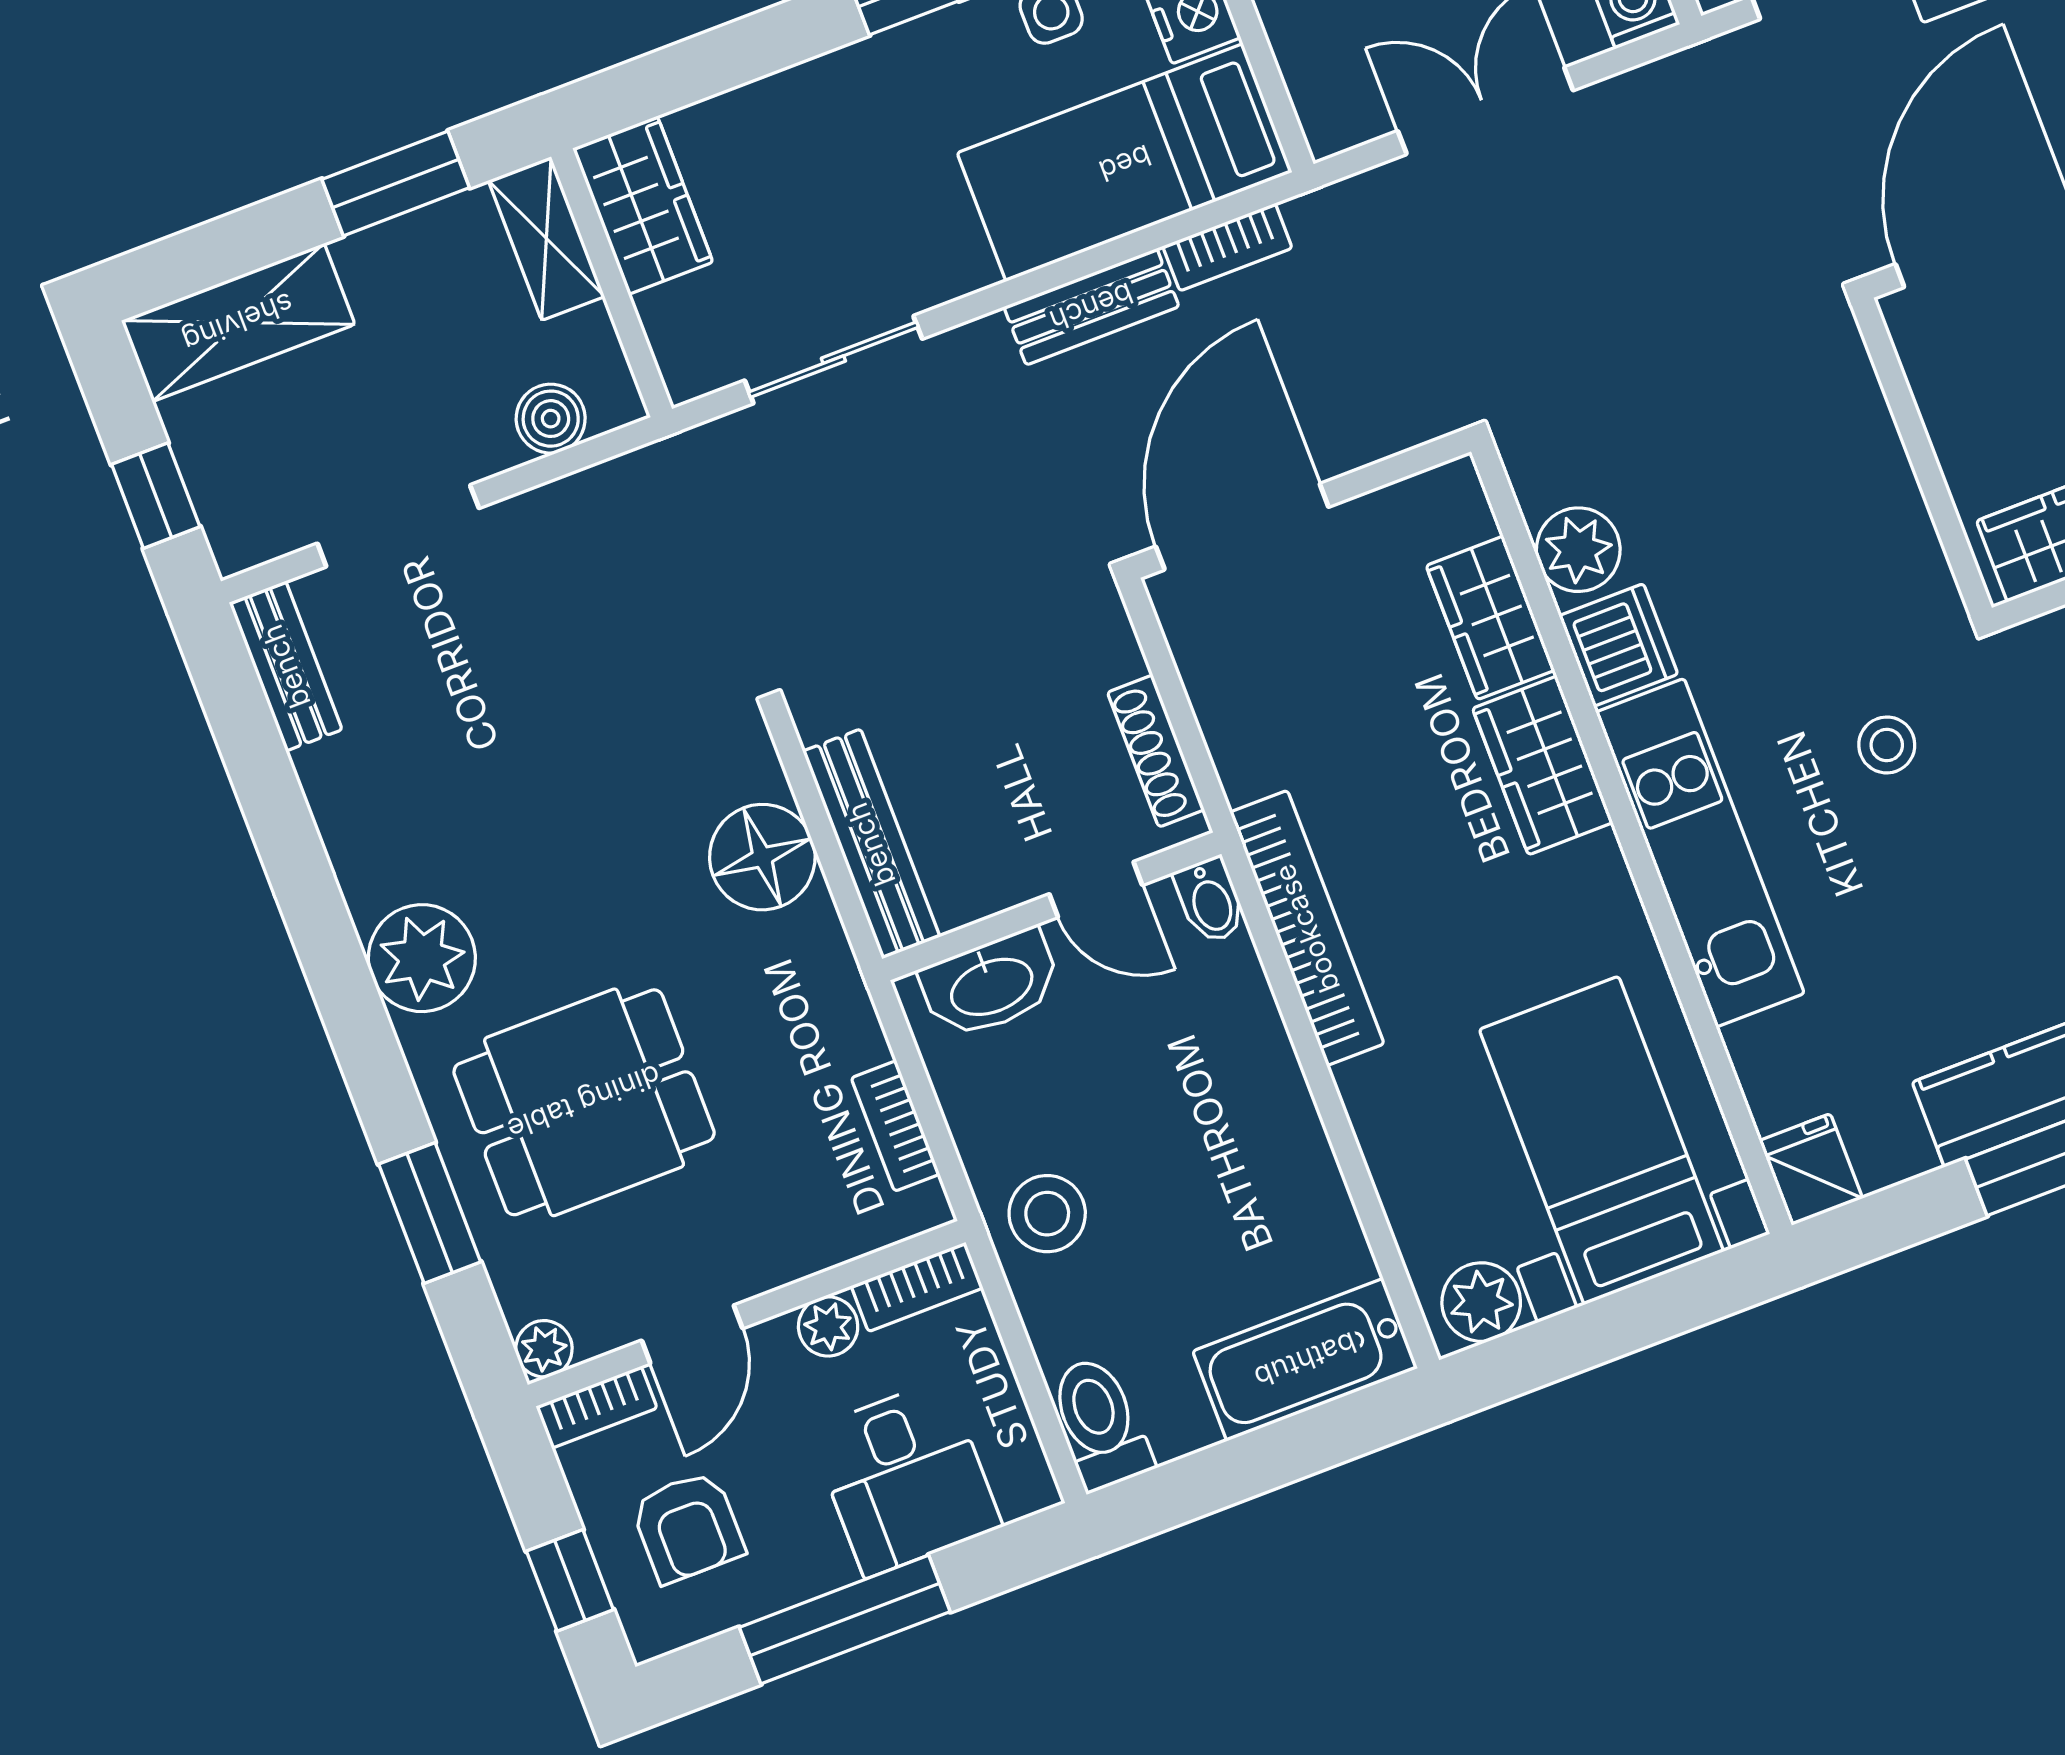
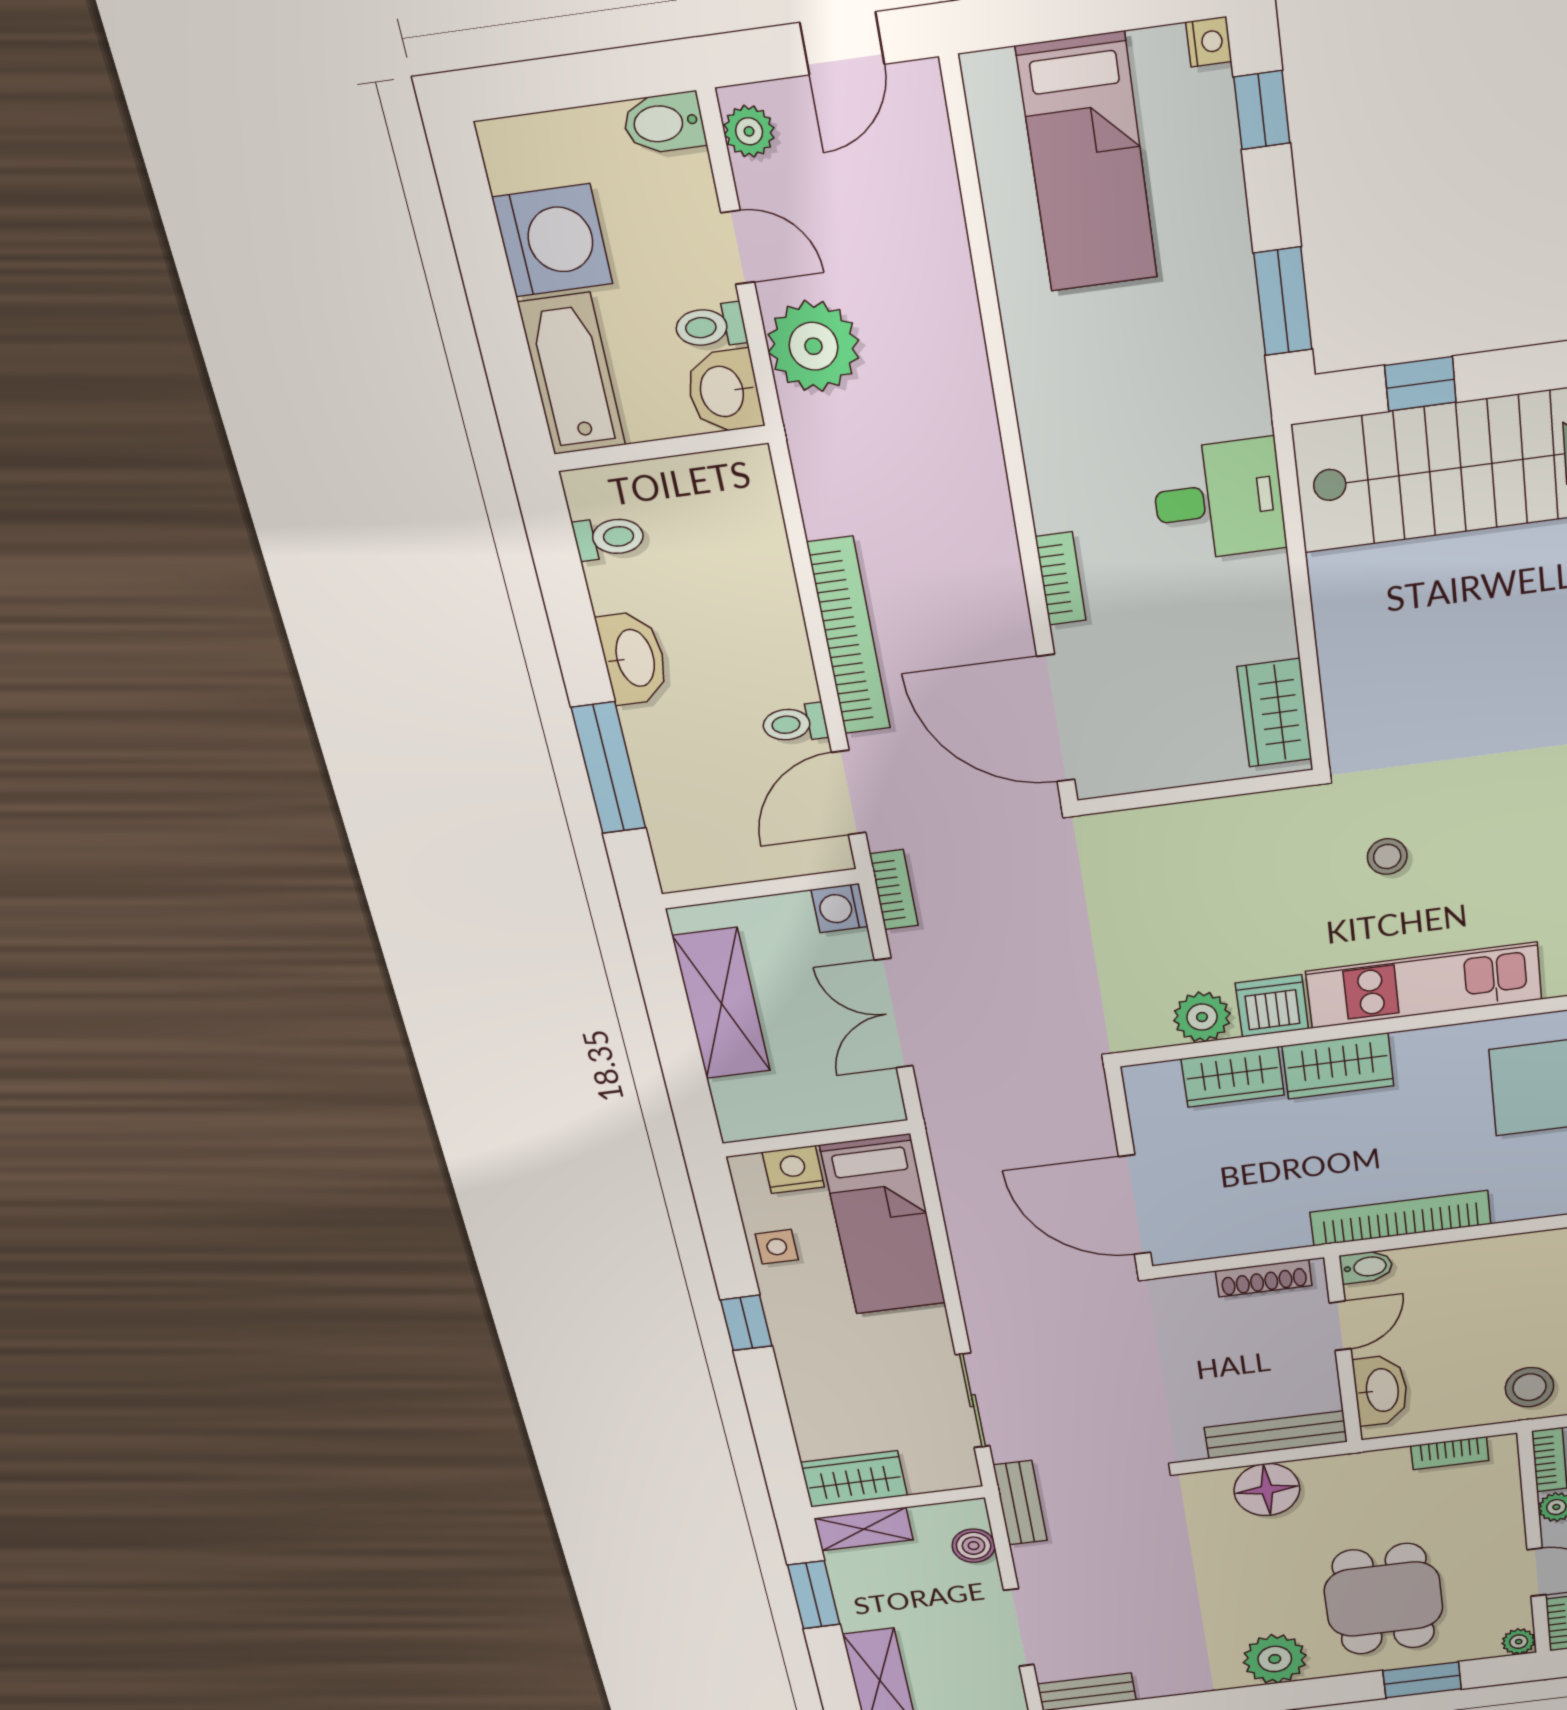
bookcase: (1227, 247) -> (894, 890), moved
bench: (1091, 307) -> (1020, 1503), moved

